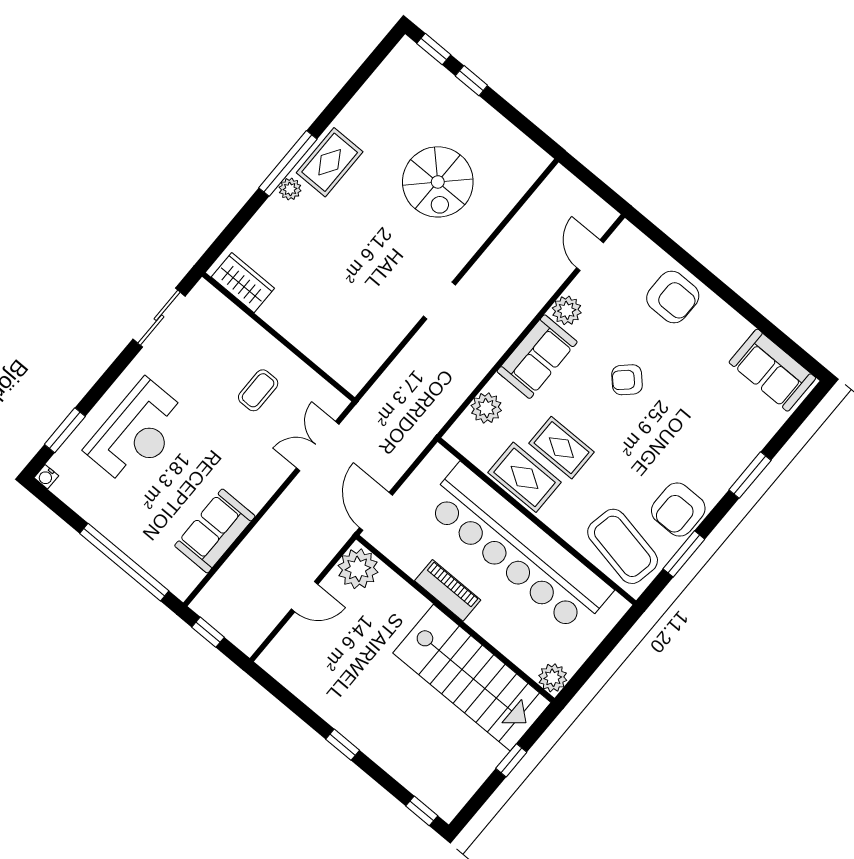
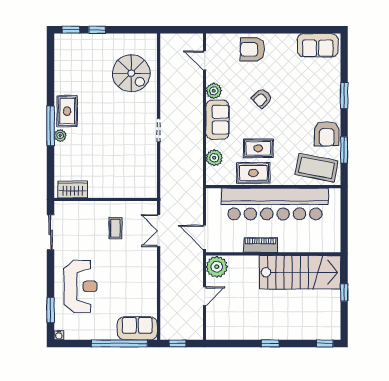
spiral stairs: (438, 182) -> (131, 73), moved
armchair: (673, 297) -> (252, 49), turned 180
sofa: (215, 531) -> (137, 328), moved, turned 90
plant: (553, 678) -> (333, 245), removed

